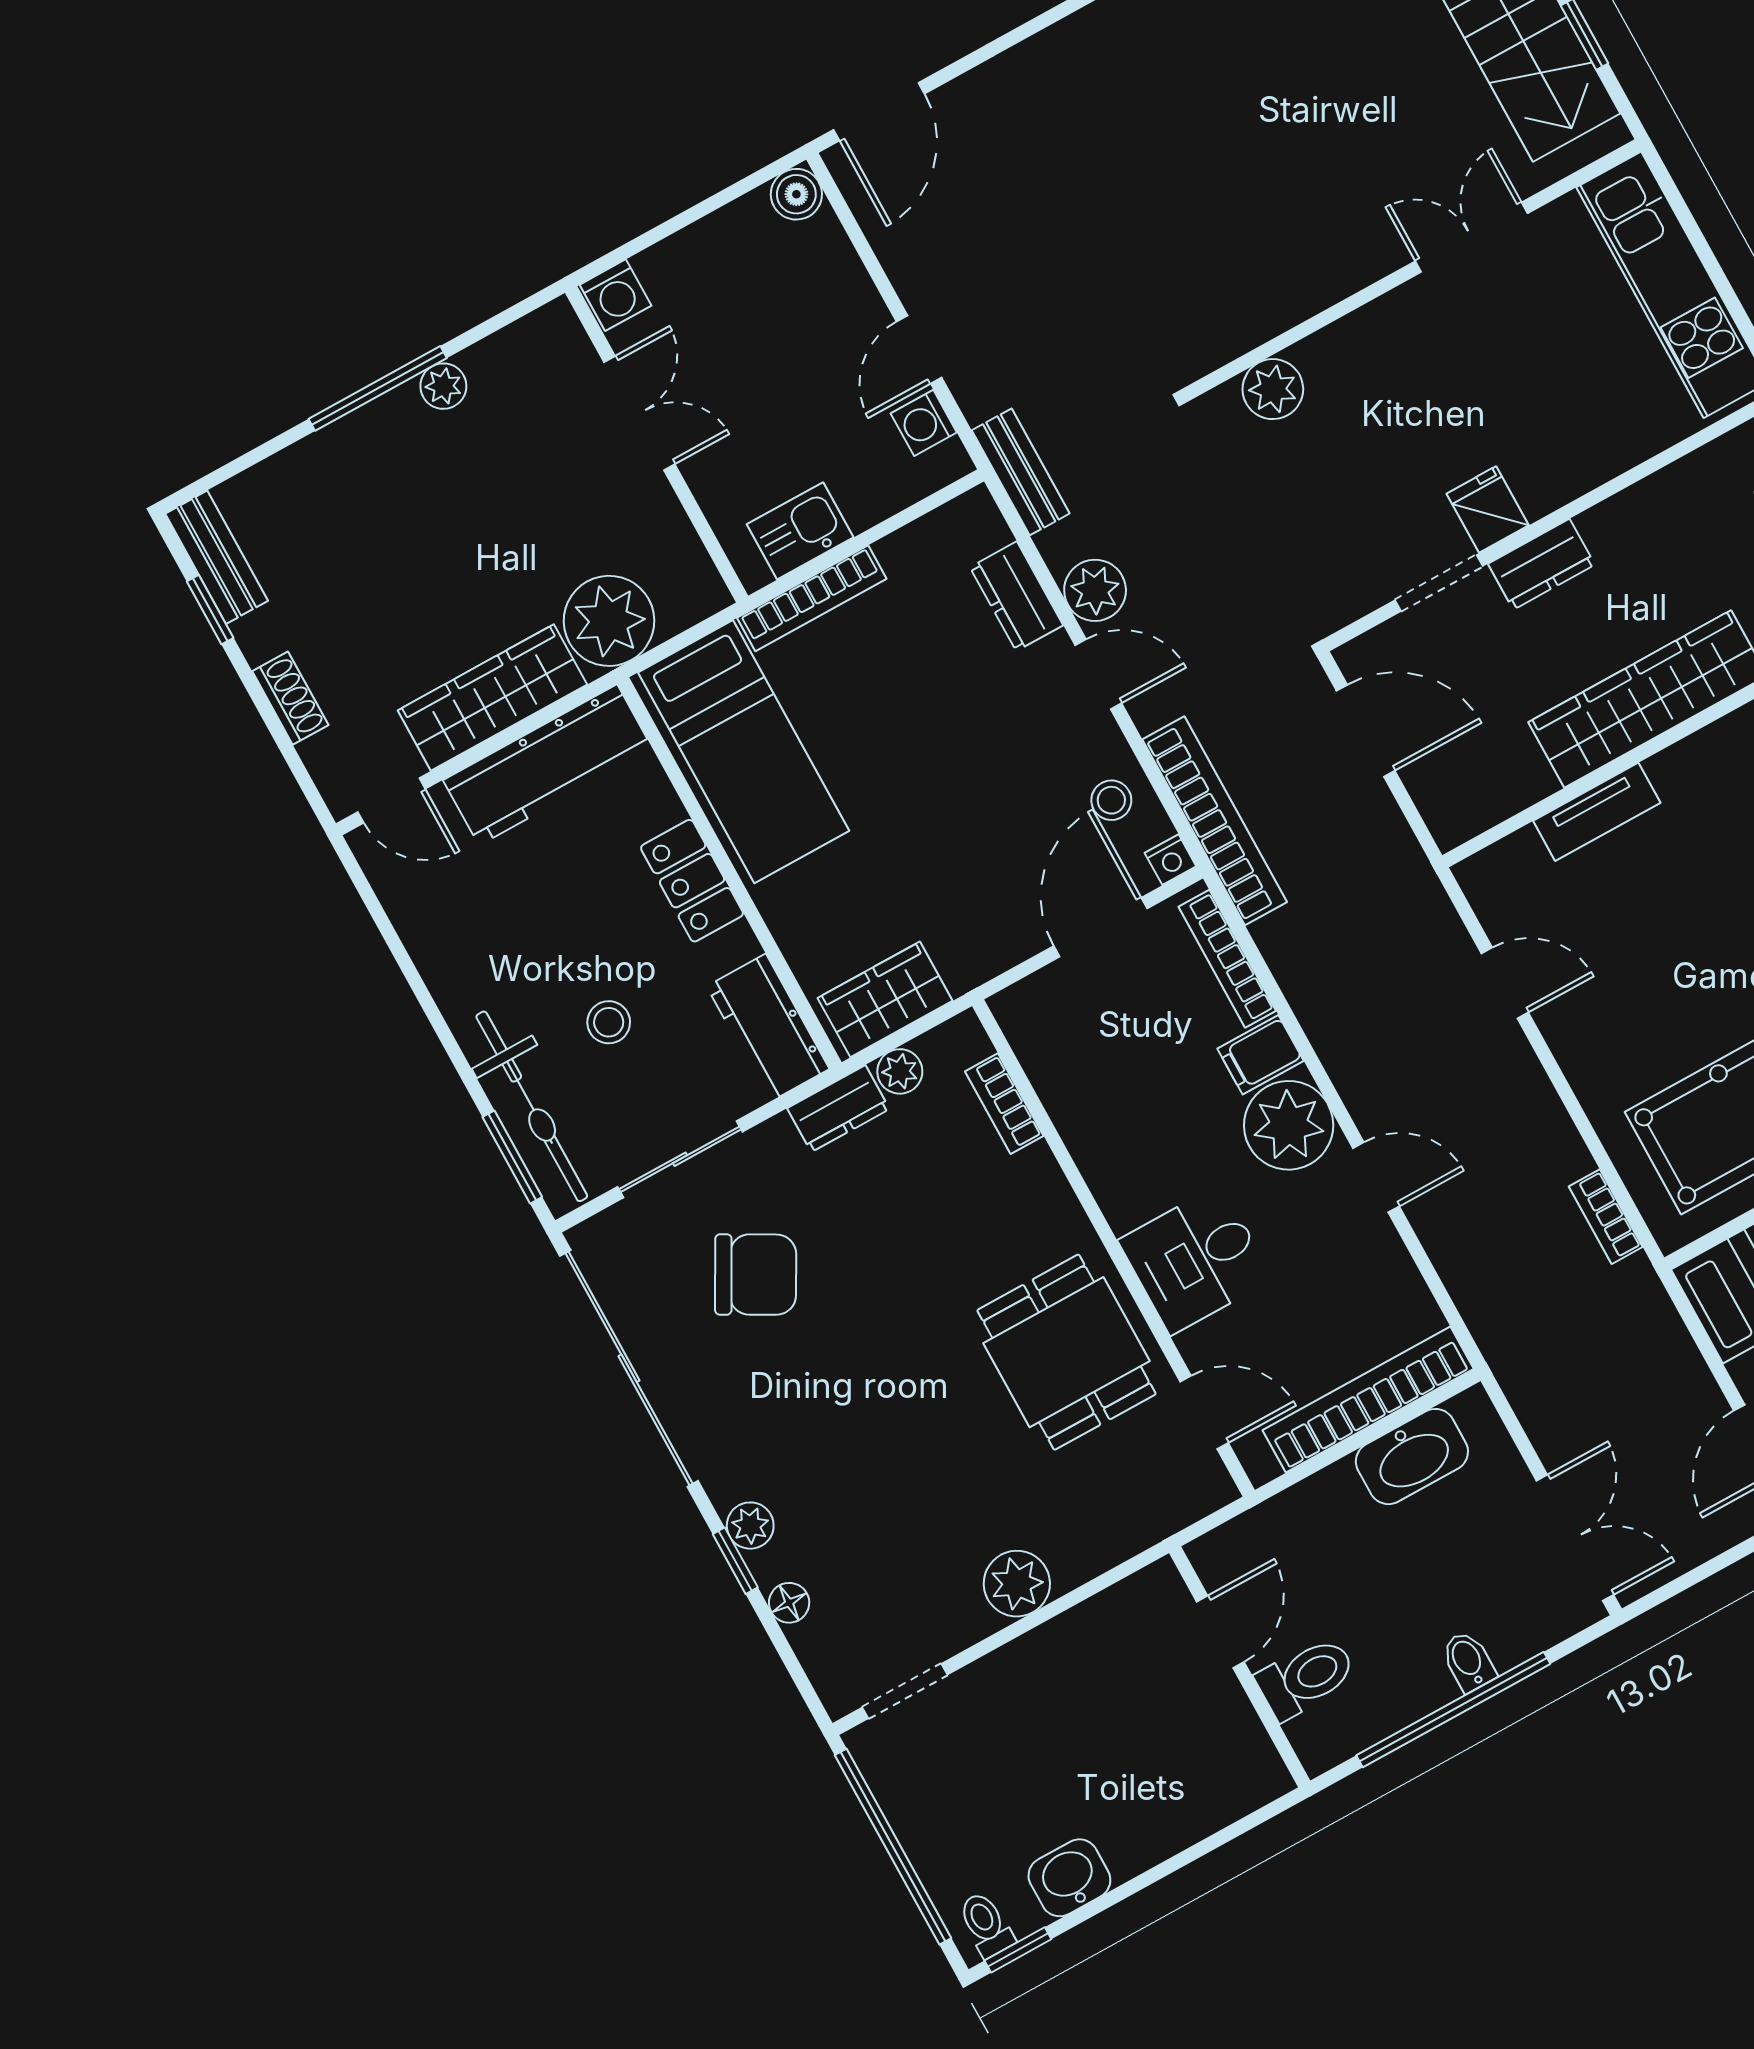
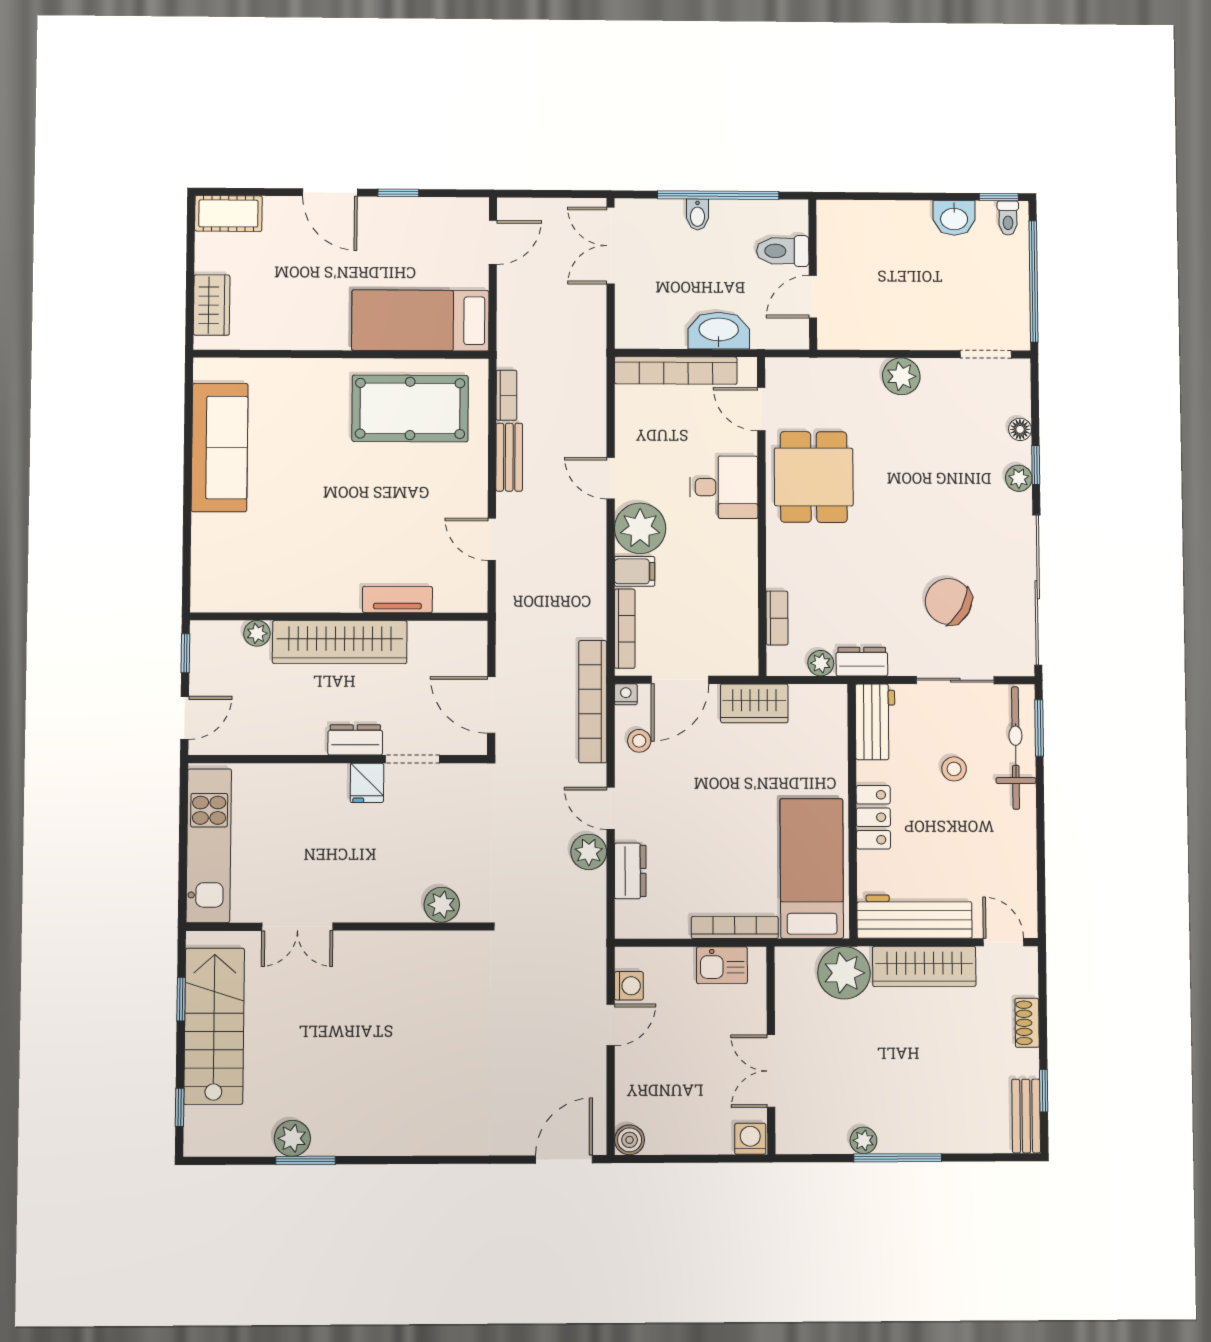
bench: (1021, 472) -> (509, 457), moved
wardrobe: (885, 999) -> (754, 703), moved
washbasin: (1412, 1457) -> (719, 331), moved

